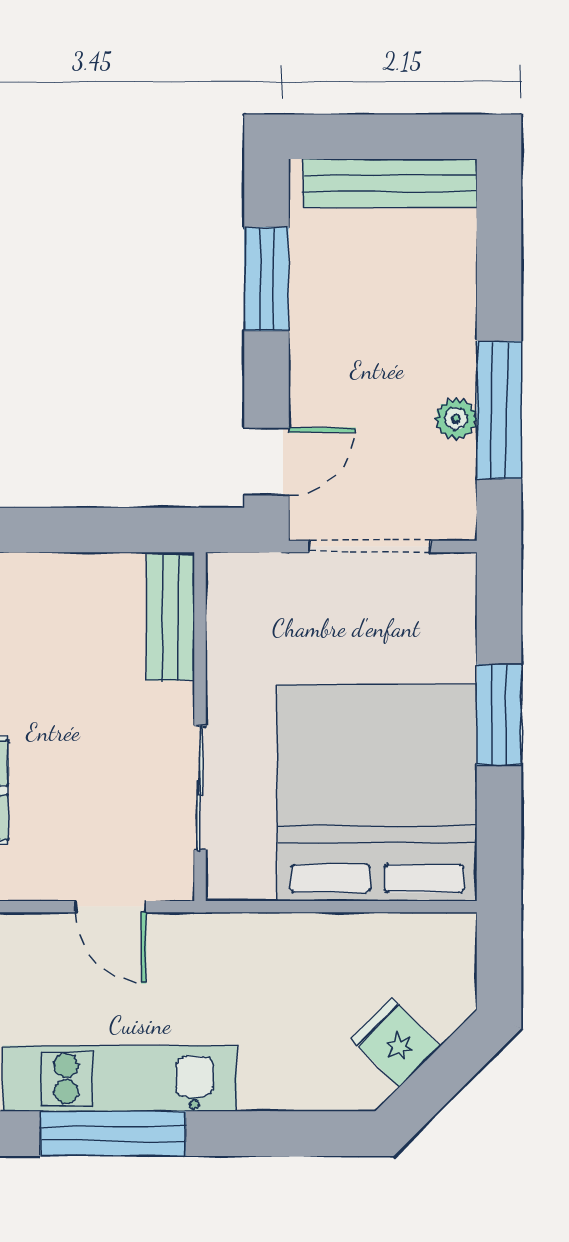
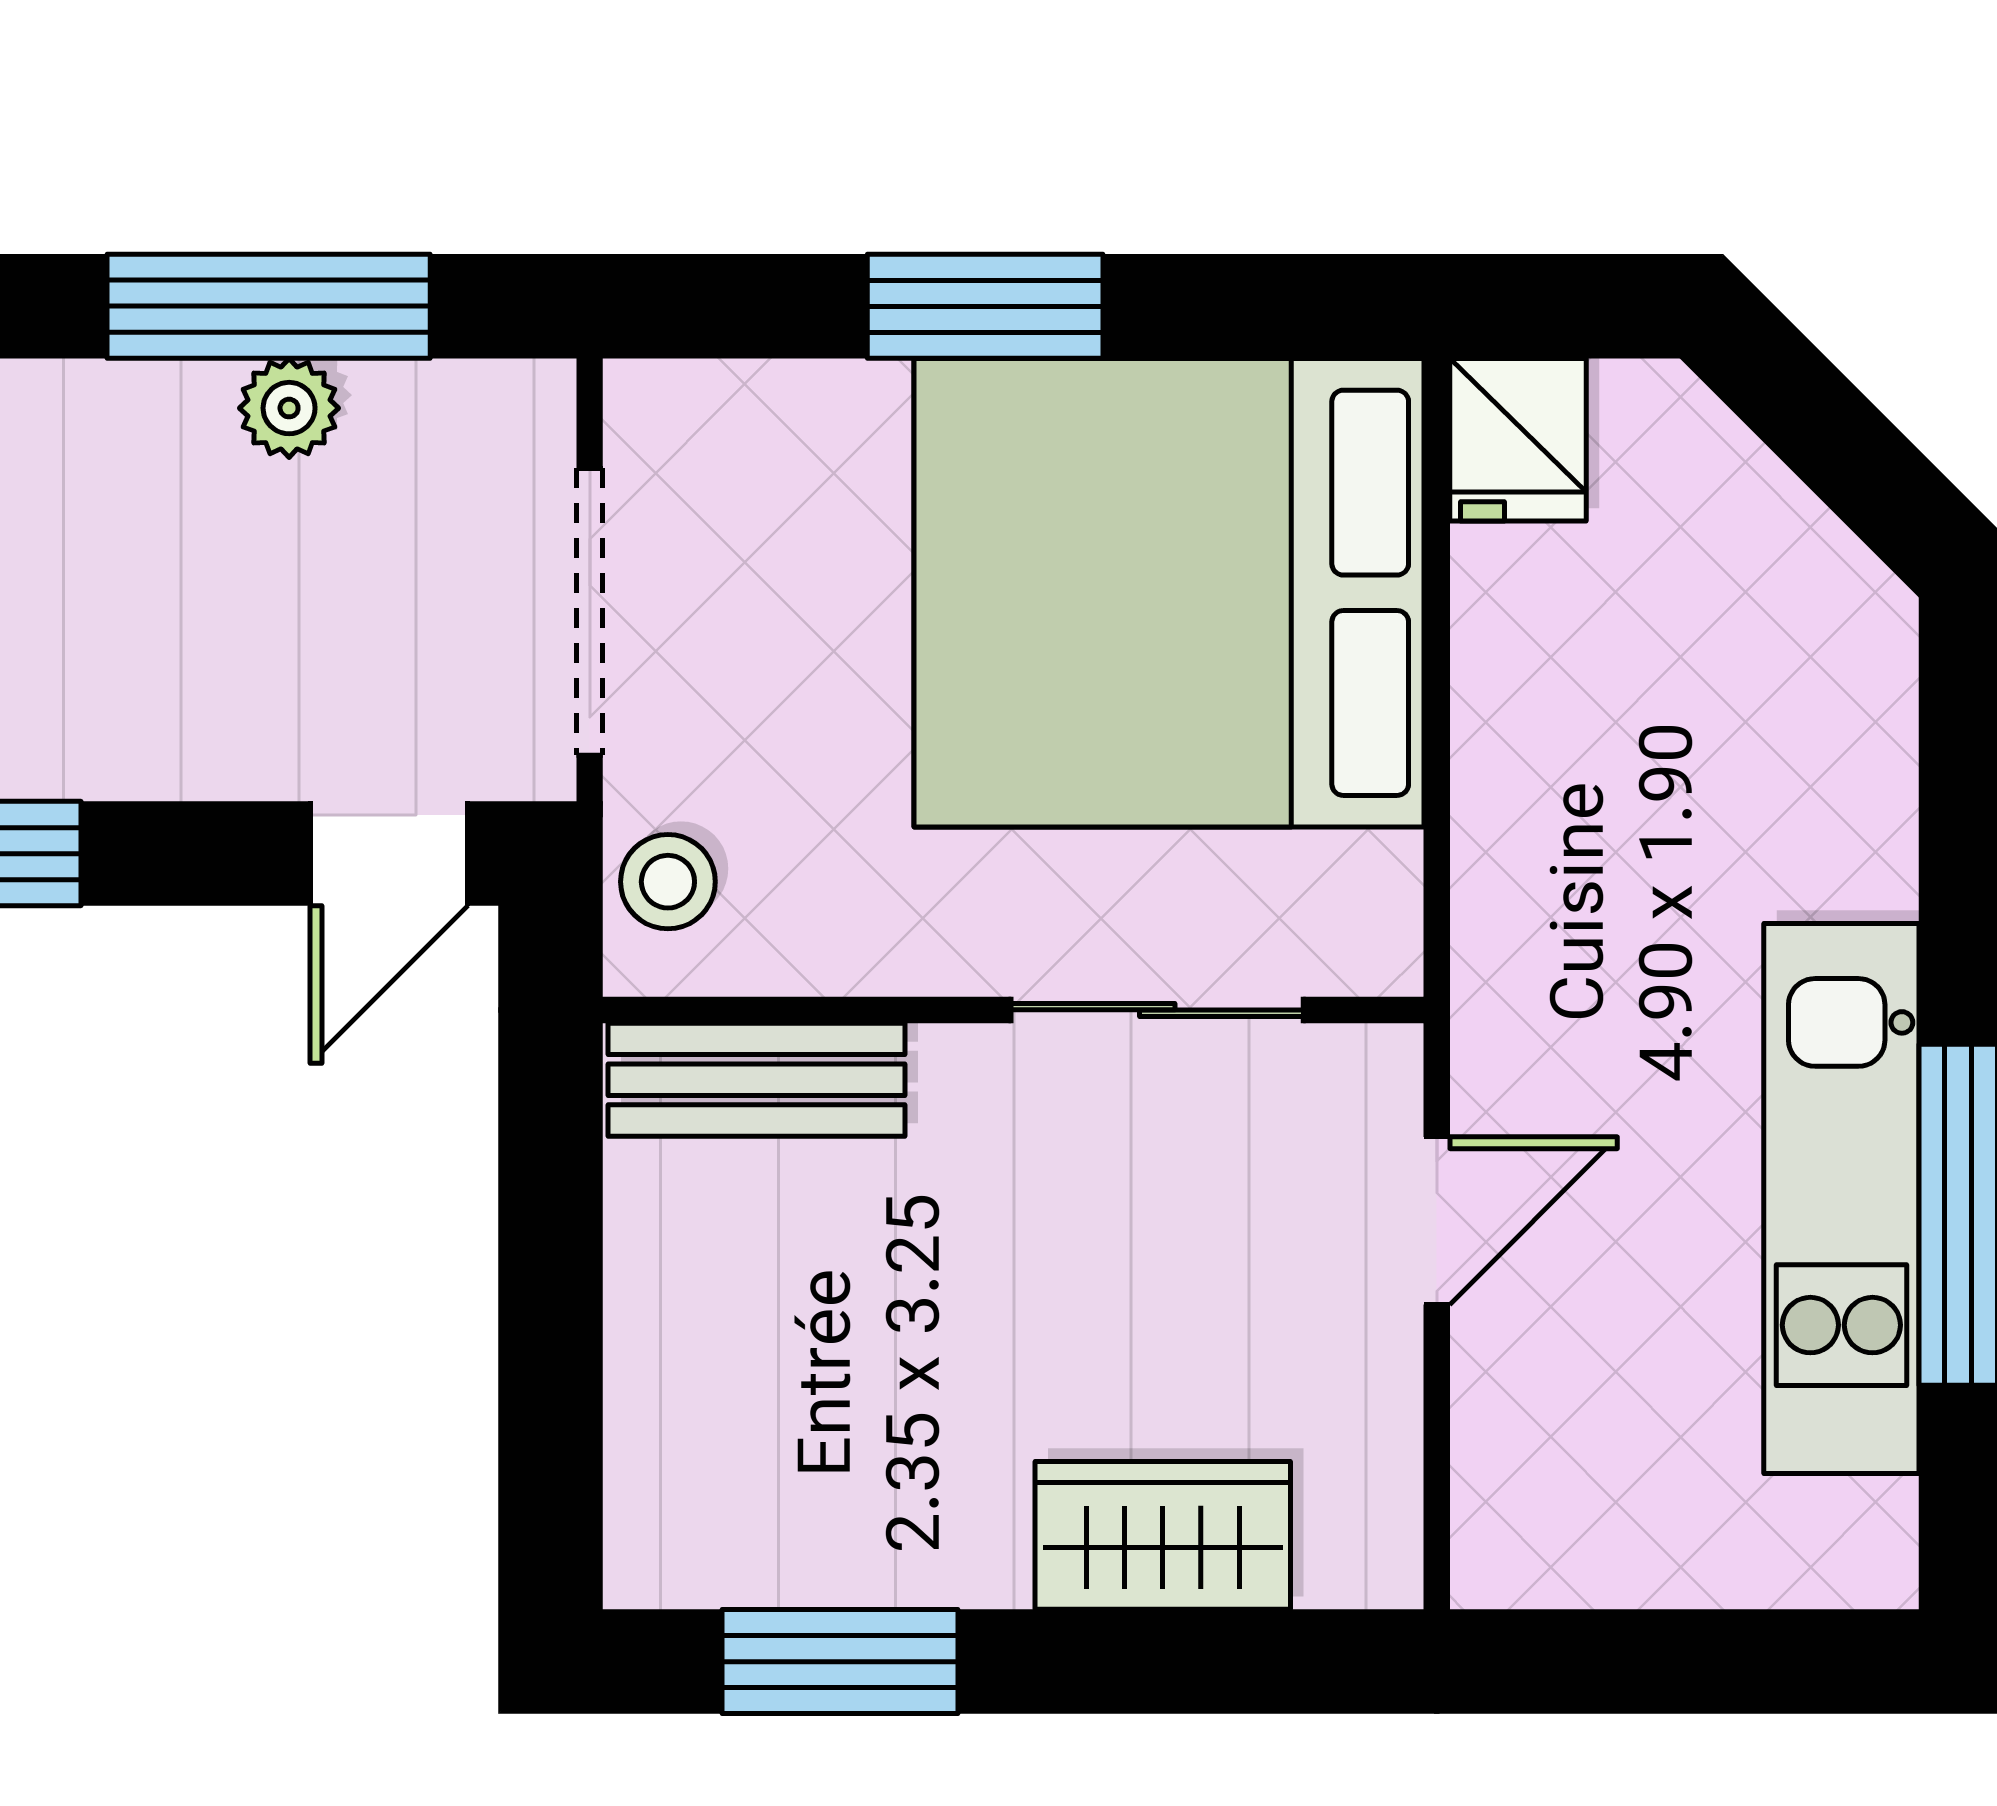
door: (266, 461) -> (389, 854), swing flipped
stool: (255, 580) -> (668, 882), added
fridge: (395, 1042) -> (1518, 440), moved, turned -45

